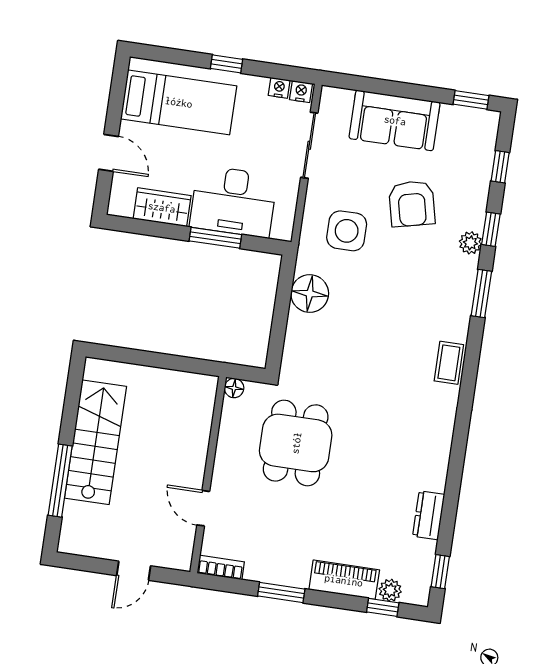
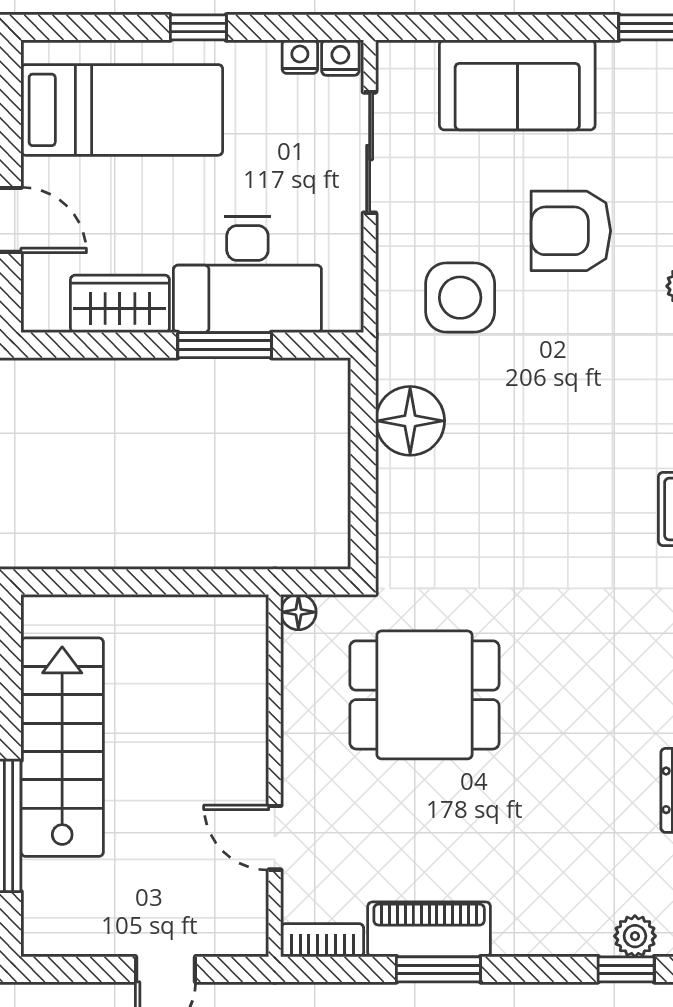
armchair: (412, 204) -> (571, 231), turned 103
dining table: (296, 443) -> (424, 695), turned 90
piano: (344, 580) -> (429, 929), moved

